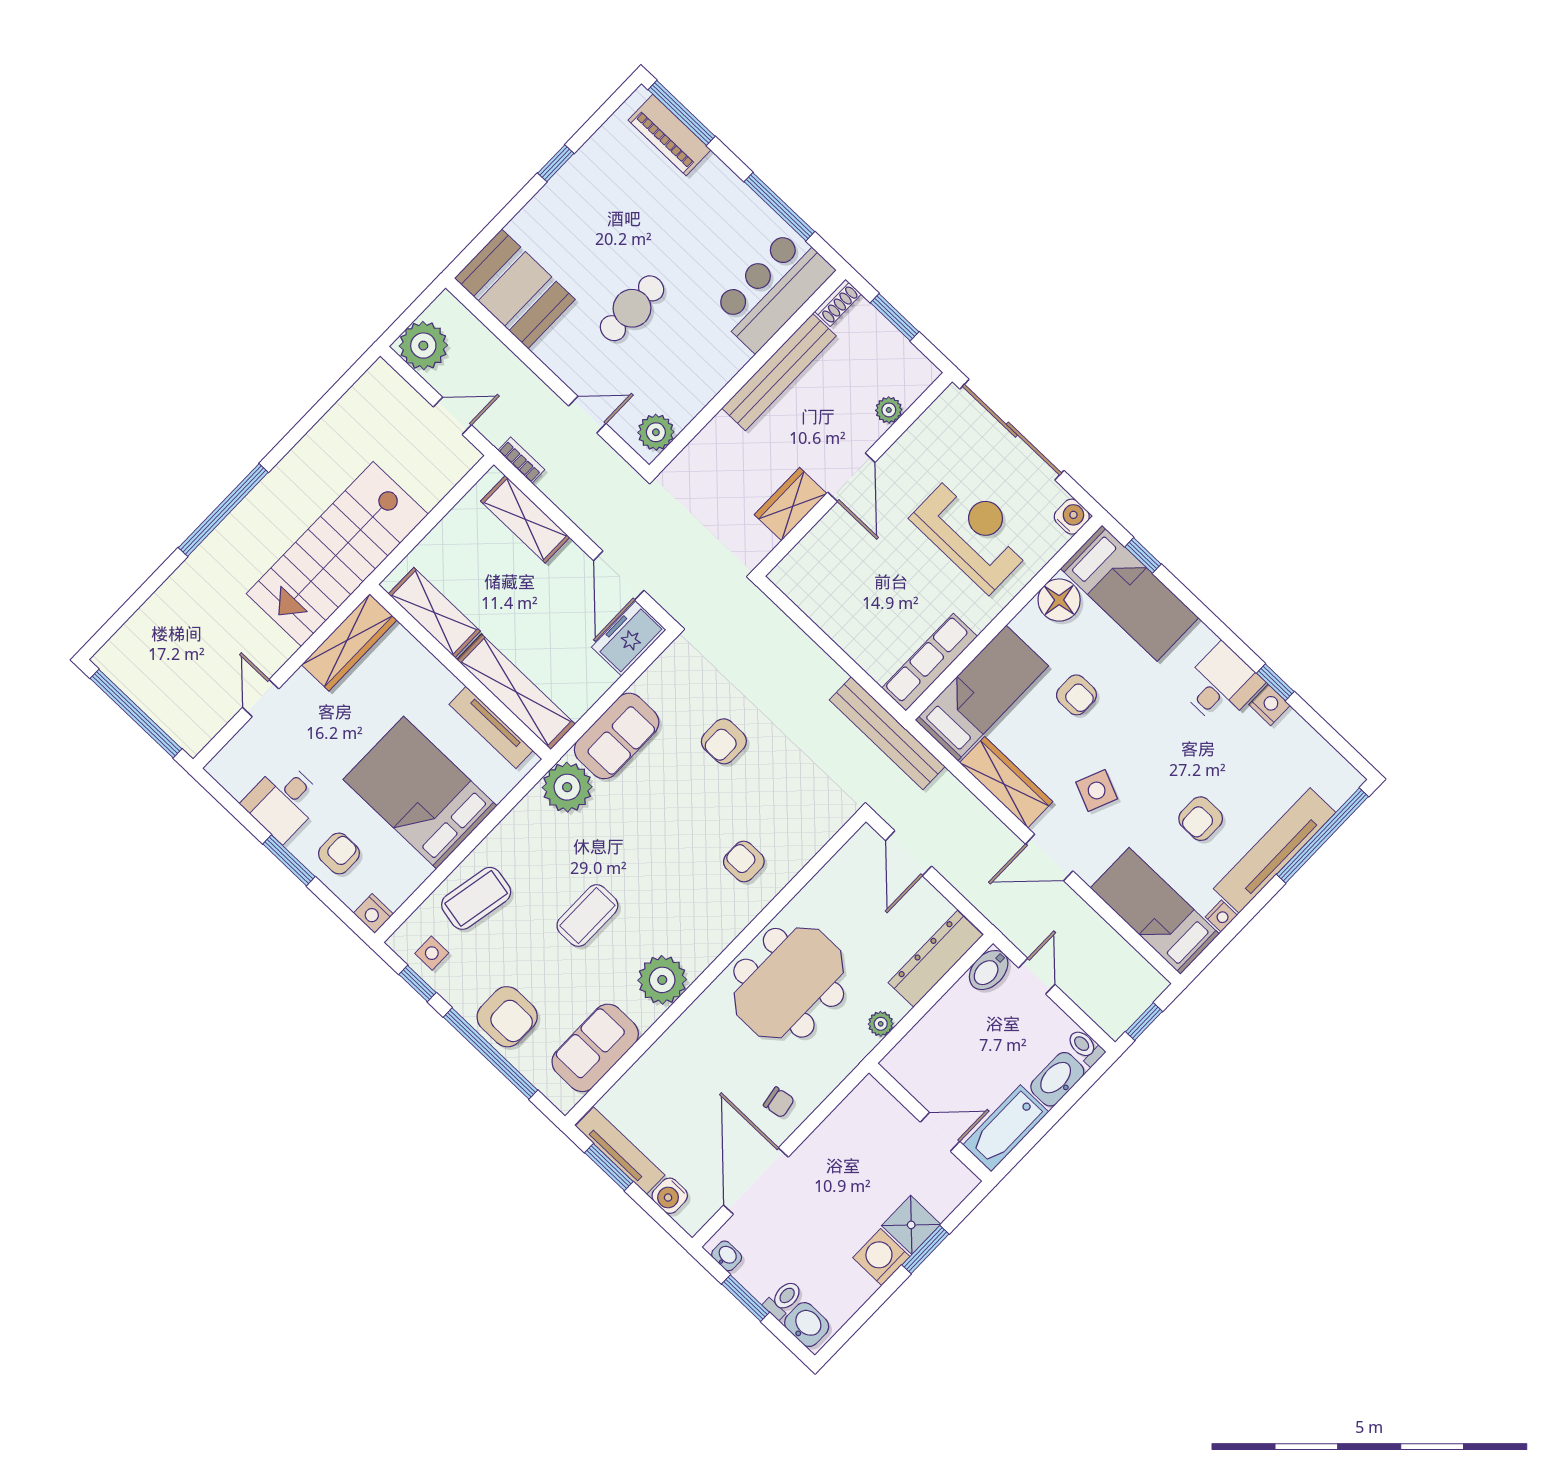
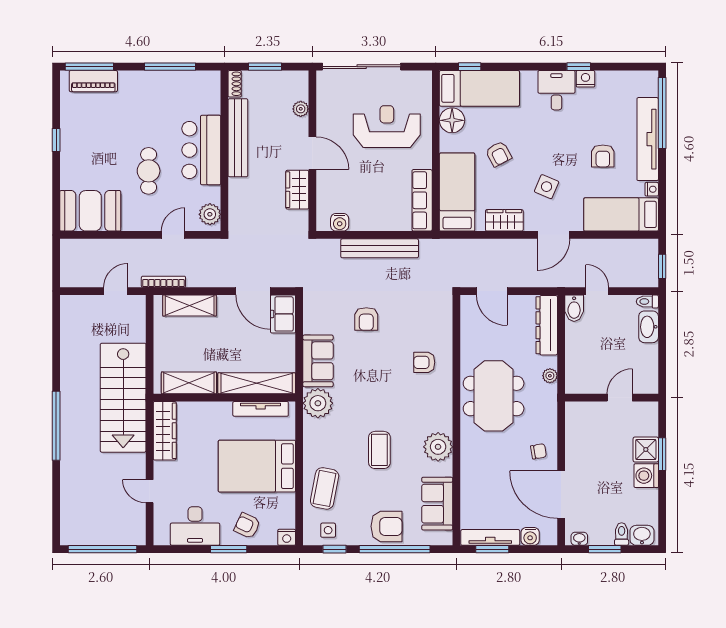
bar counter: (773, 290) -> (201, 150), moved
plant: (423, 346) -> (74, 273), removed
bookcase: (521, 460) -> (163, 282), width x1.56
water cooler: (1072, 517) -> (340, 222), moved, turned 180
armchair: (1076, 695) -> (499, 154), turned 62
bench: (887, 733) -> (380, 248), moved
wardrobe: (1006, 782) -> (504, 220), width x0.67
desk: (283, 801) -> (195, 526), width x1.37
armchair: (339, 853) -> (247, 526), turned -65
bathtub: (1006, 1128) -> (647, 369), removed

